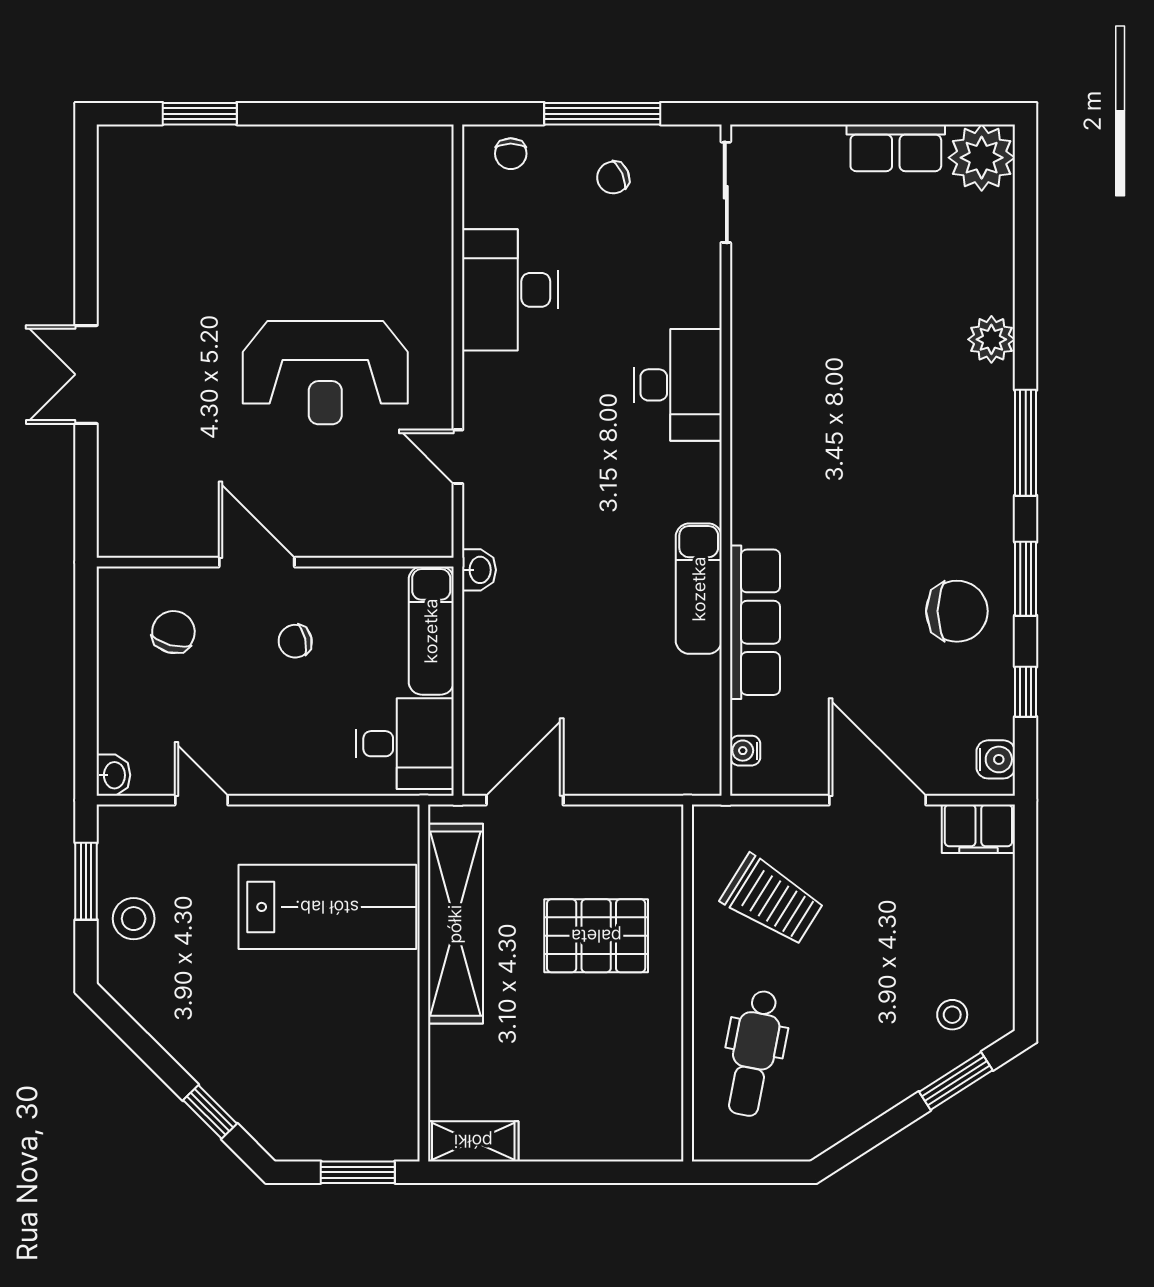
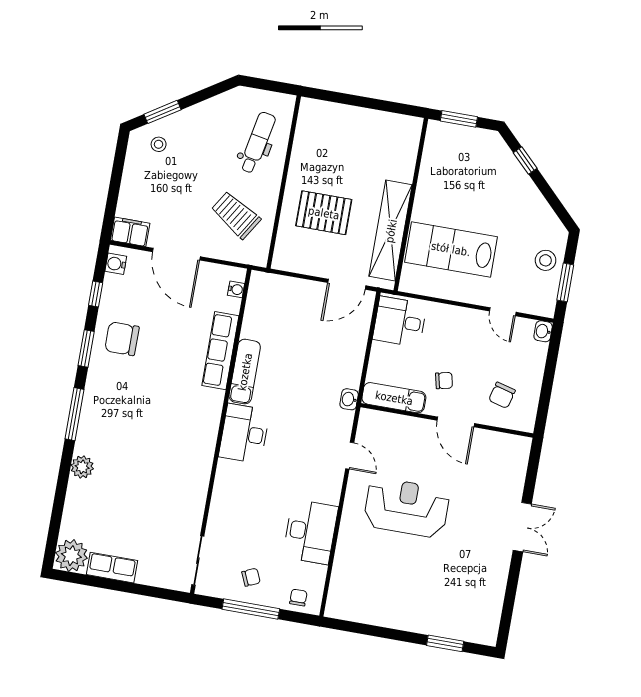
desk: (678, 385) -> (244, 434), moved
exam couch: (431, 631) -> (394, 398), moved, turned -90
shelving: (473, 1141) -> (401, 124), removed

